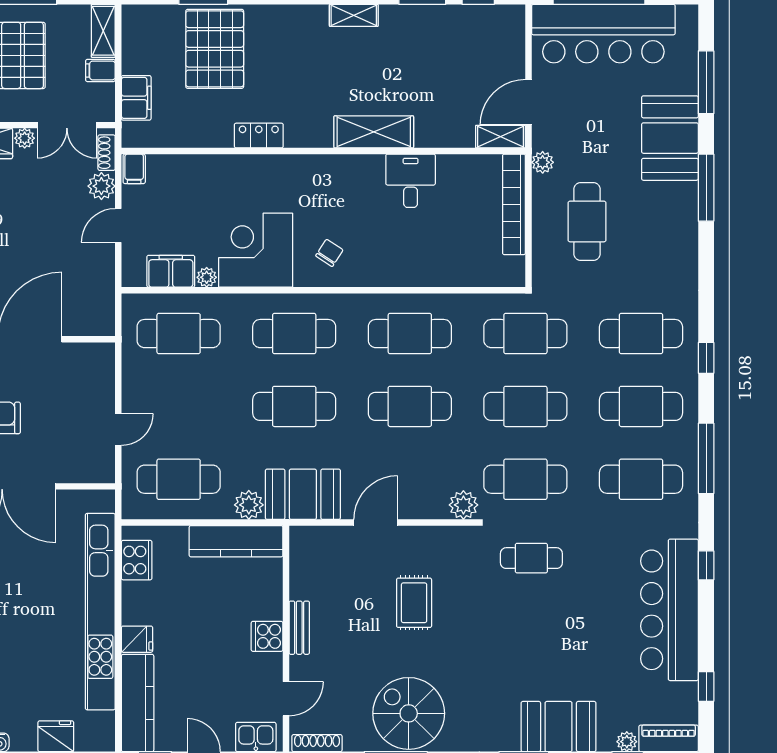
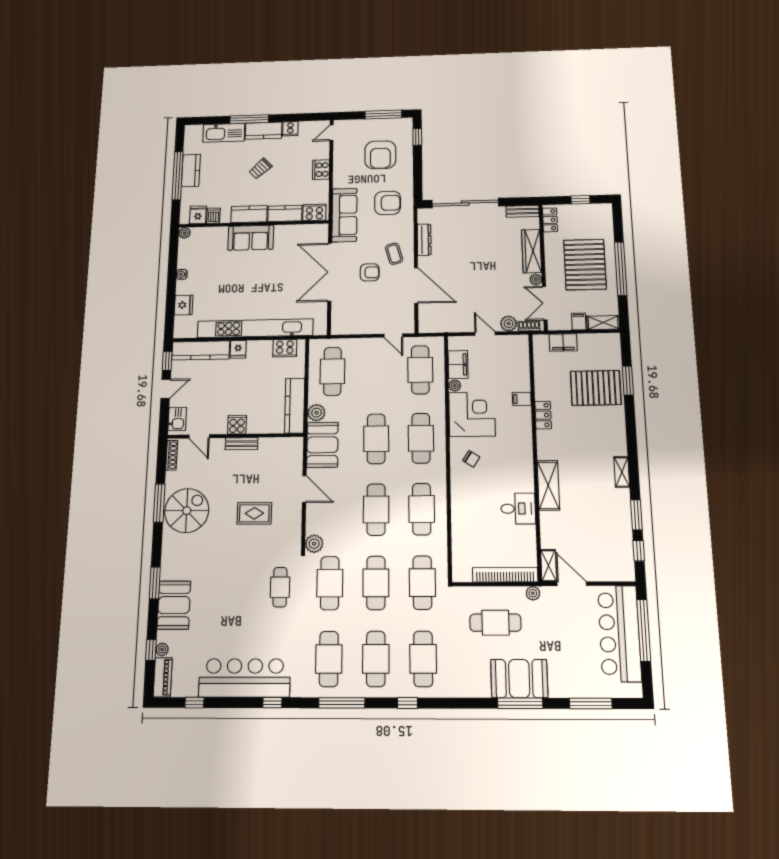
booth: (670, 138) -> (519, 679), moved
filing cabinet: (134, 169) -> (522, 399), moved
door: (118, 430) -> (393, 336), moved

